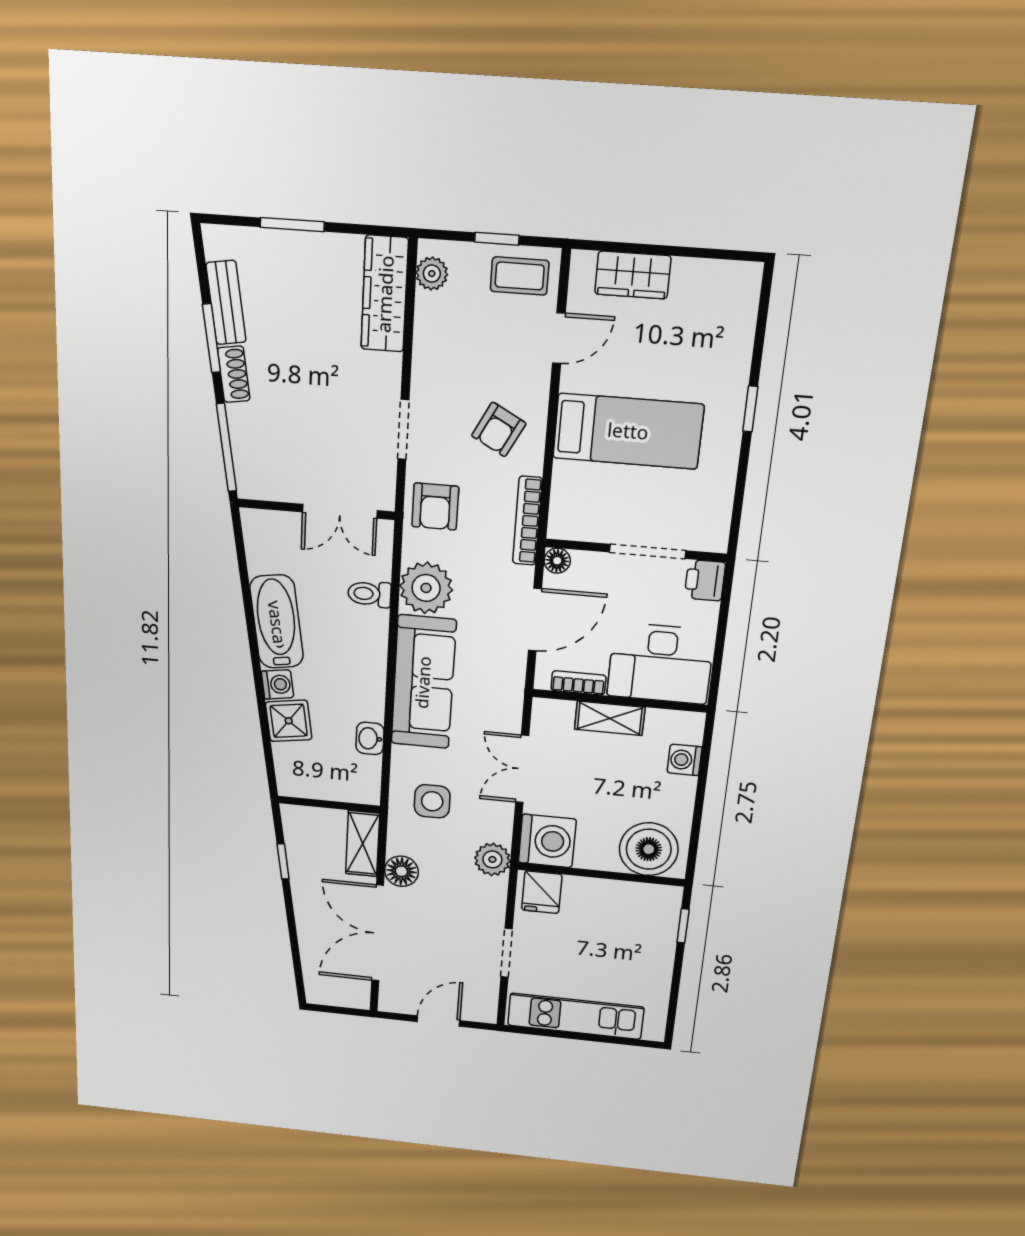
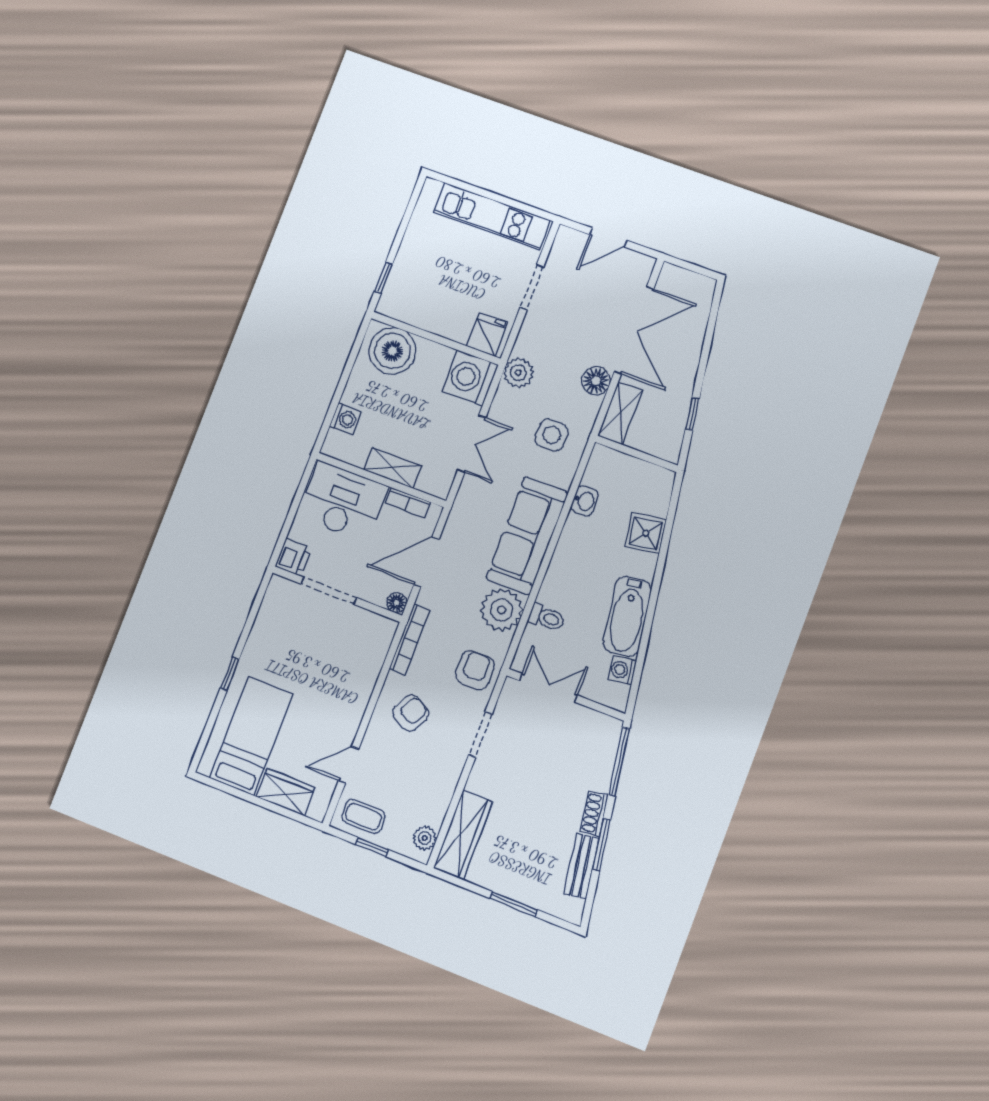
bed: (628, 431) -> (251, 736), moved, turned 90
washing machine: (277, 684) -> (622, 670), moved

